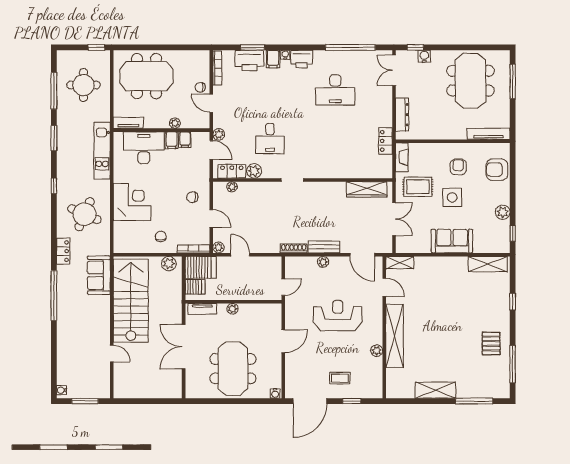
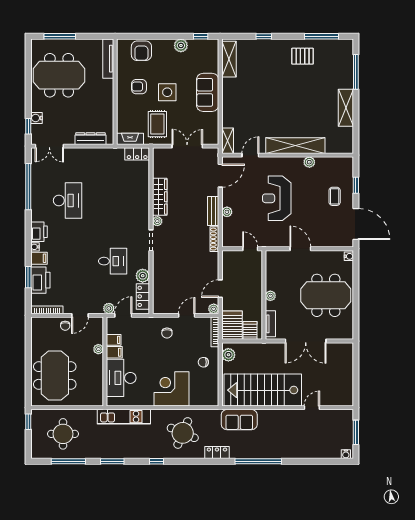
tv unit: (128, 123) -> (98, 392), removed
locker: (386, 141) -> (137, 154), moved
plant: (232, 187) -> (157, 221), moved
wardrobe: (367, 189) -> (160, 197), moved

